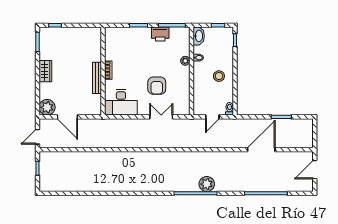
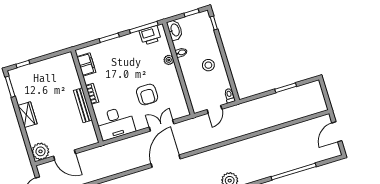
printer: (160, 34) -> (150, 35), moved
filing cabinet: (111, 43) -> (86, 64), added
door: (261, 150) -> (166, 161), moved

